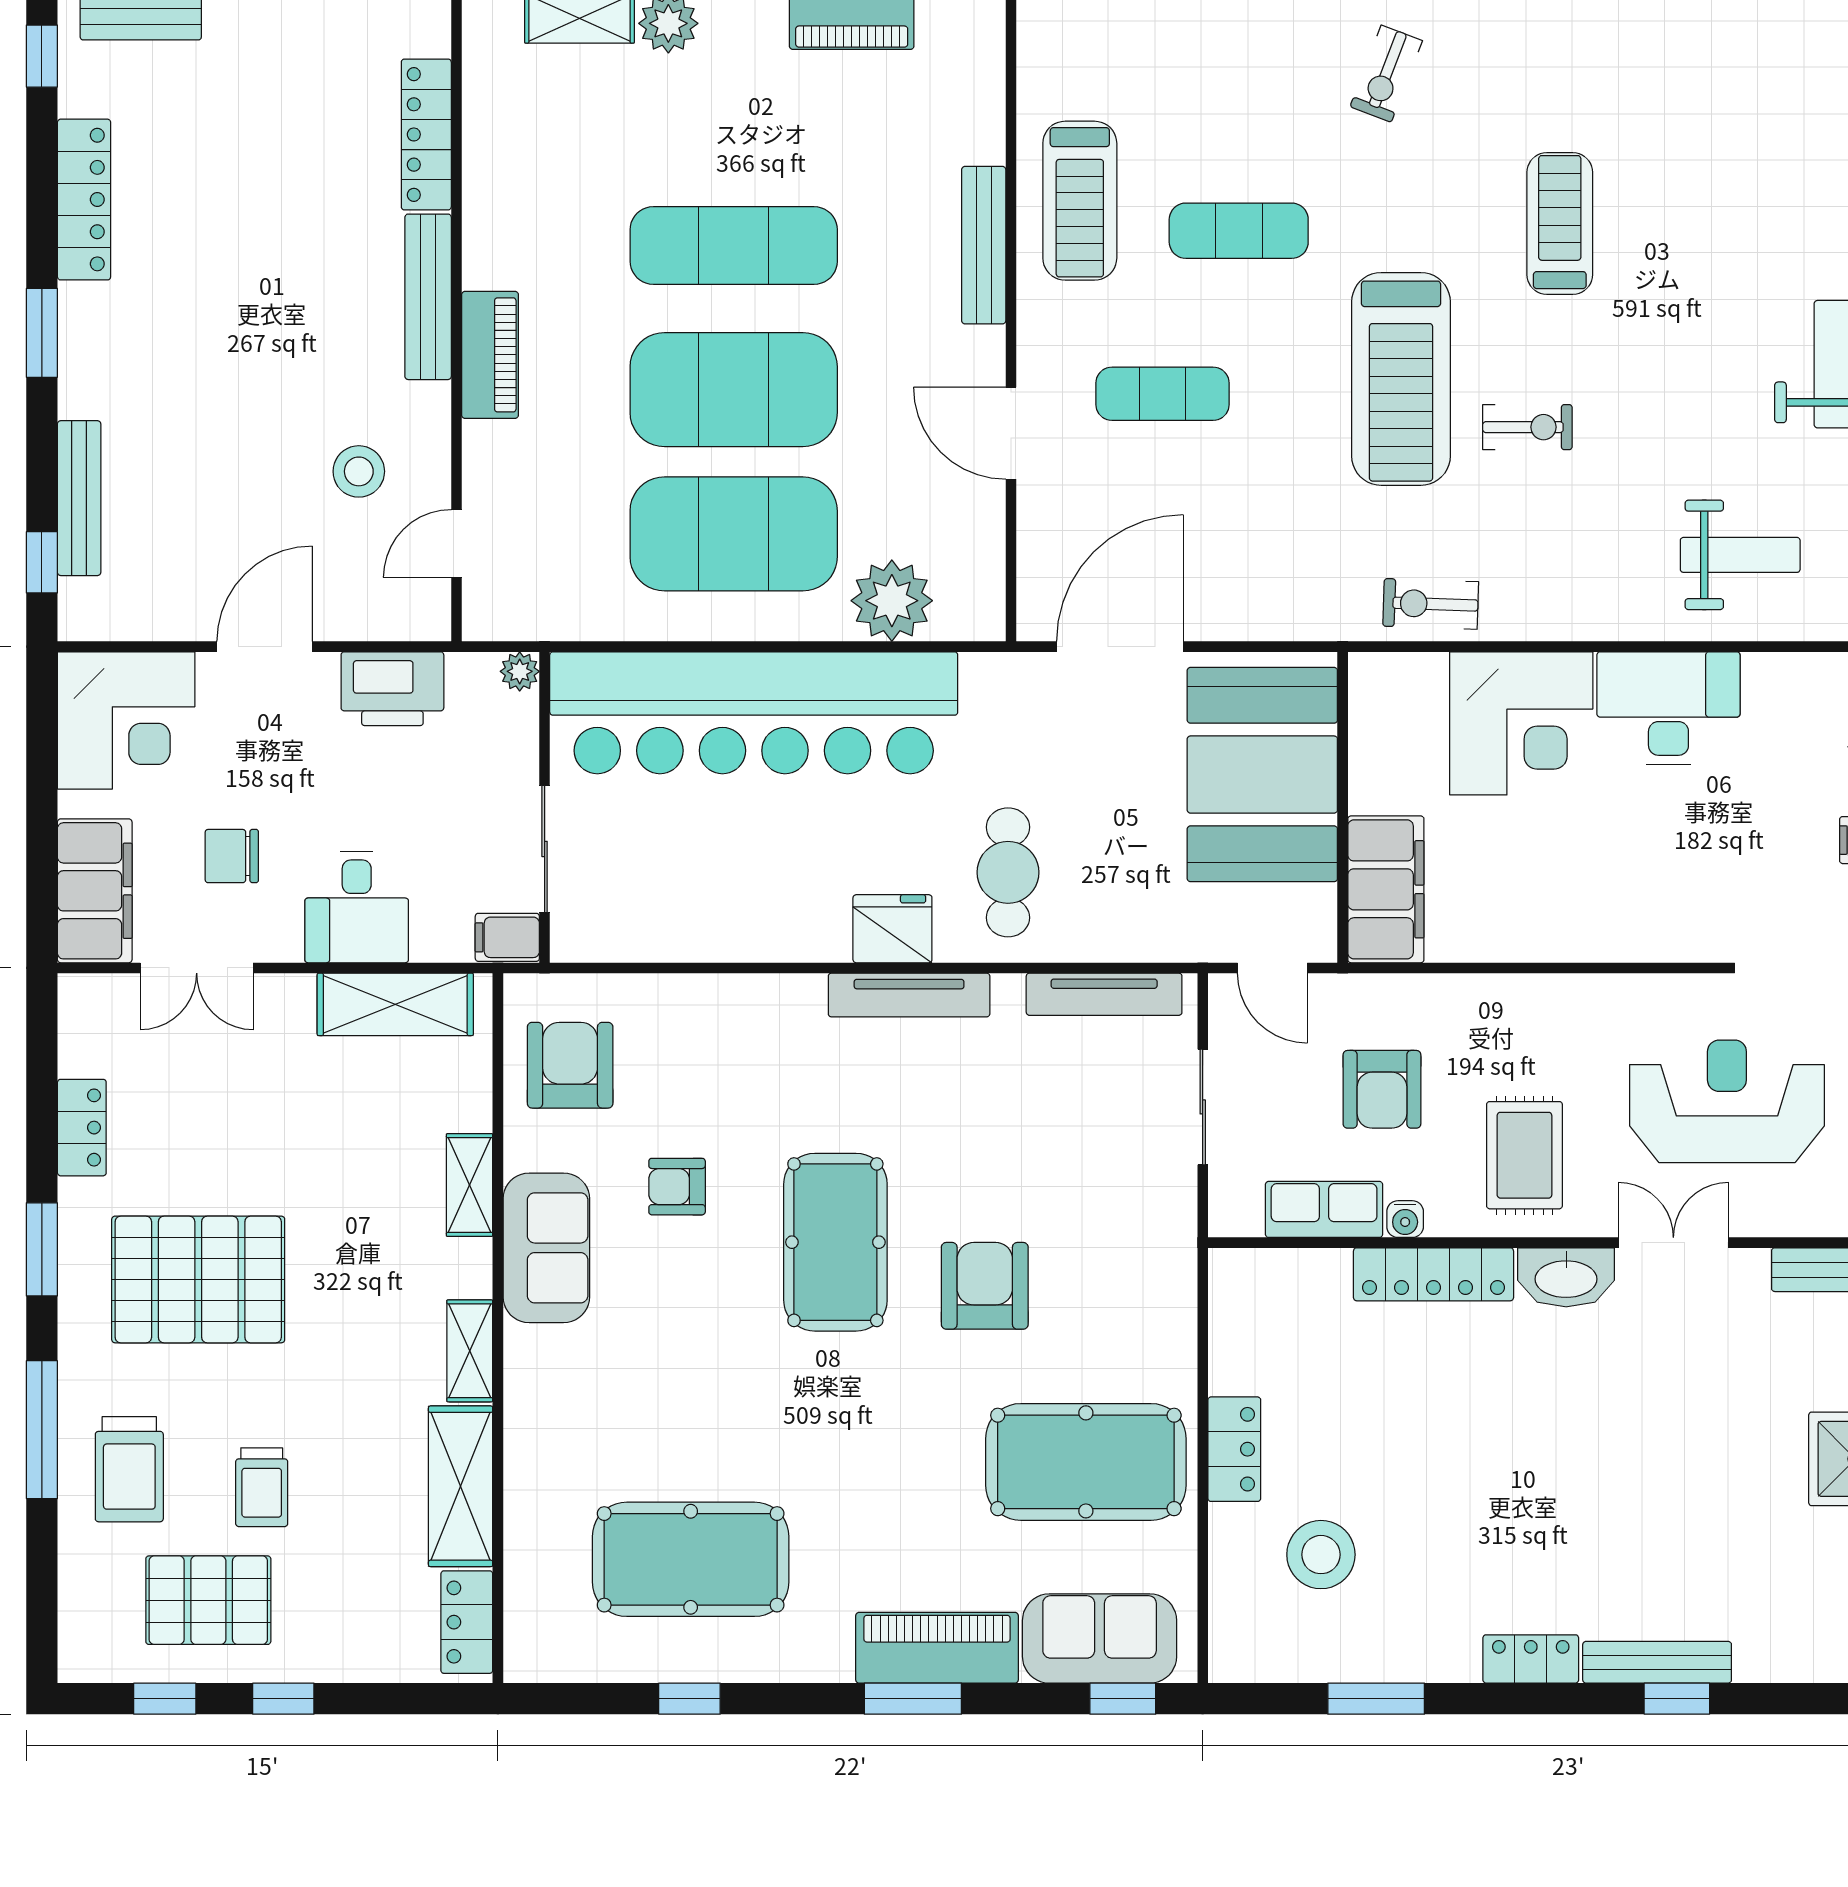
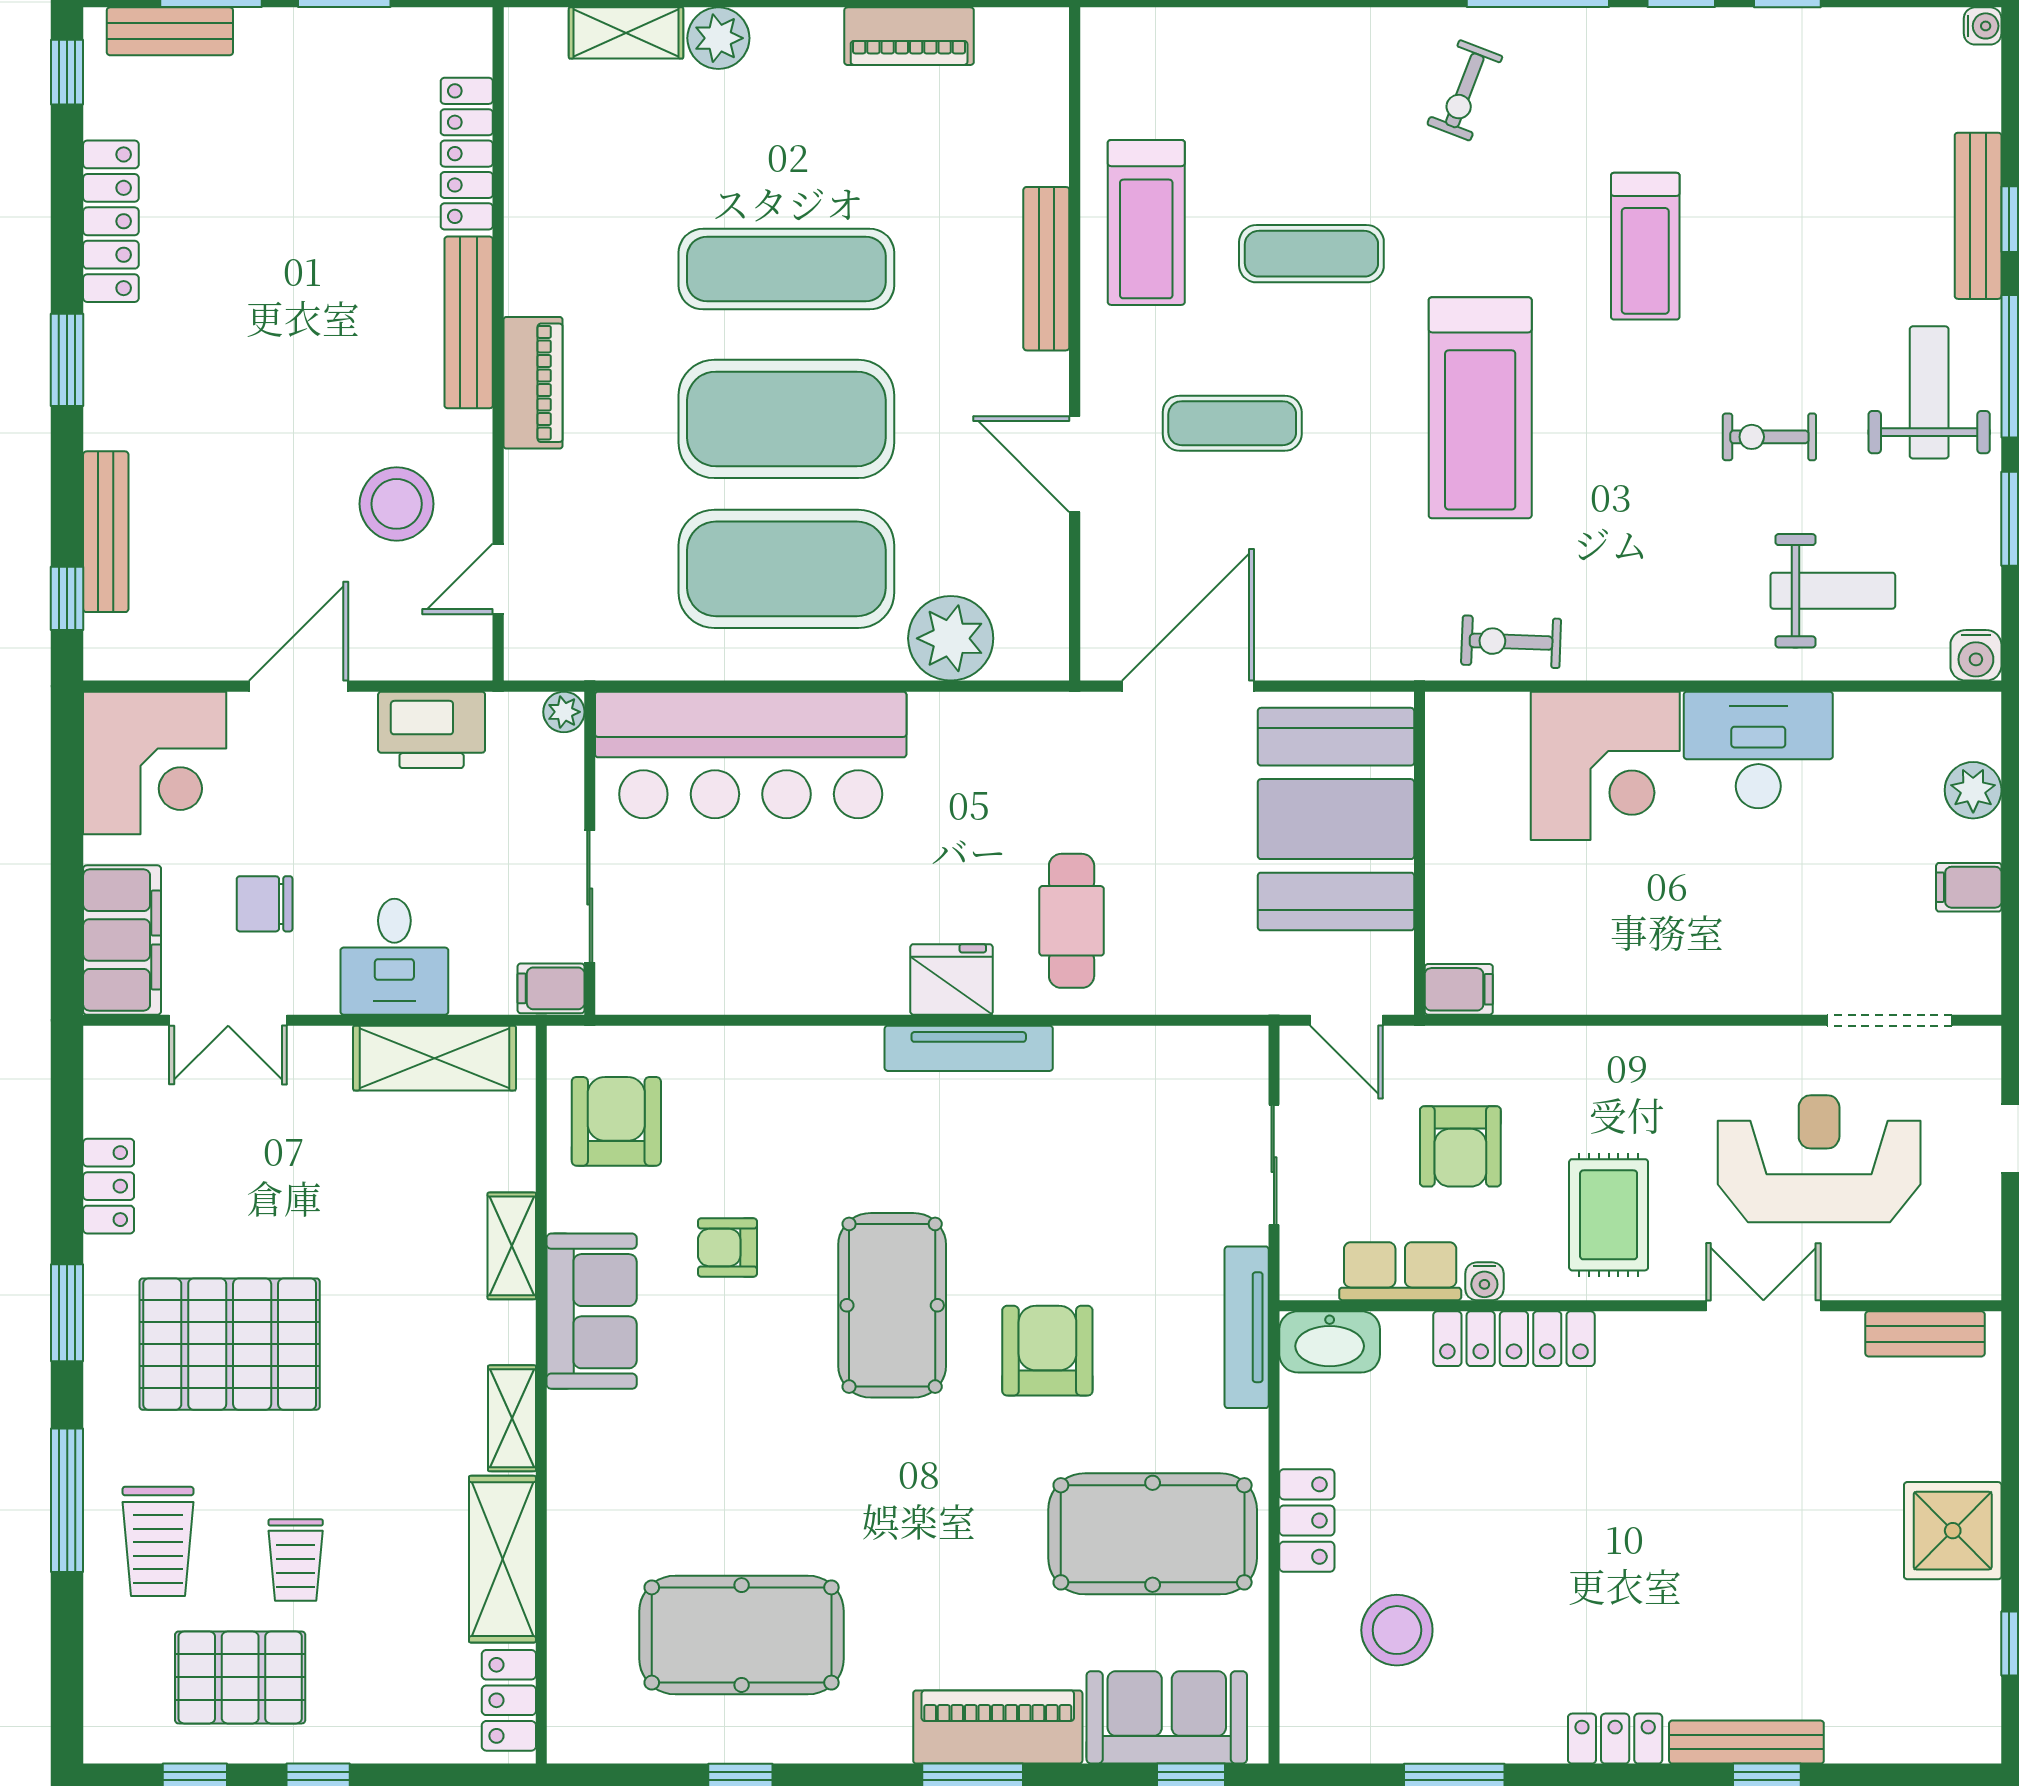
treadmill: (1560, 223) -> (1645, 246), turned 180
exercise bike: (1527, 427) -> (1769, 437), moved, turned 180
stool: (359, 471) -> (397, 504), width x1.38, depth x1.38
bar counter: (754, 713) -> (751, 755), width x0.73
filing cabinet: (1386, 889) -> (1459, 989), width x0.33, depth x0.86
tv unit: (1104, 994) -> (1247, 1327), moved, turned 90
washbasin: (1566, 1277) -> (1330, 1342), moved

